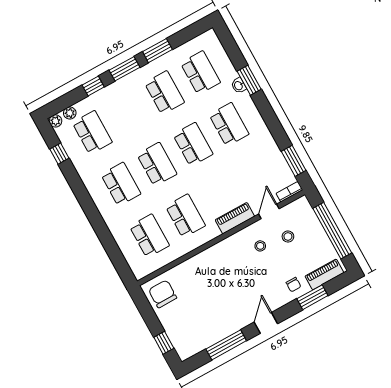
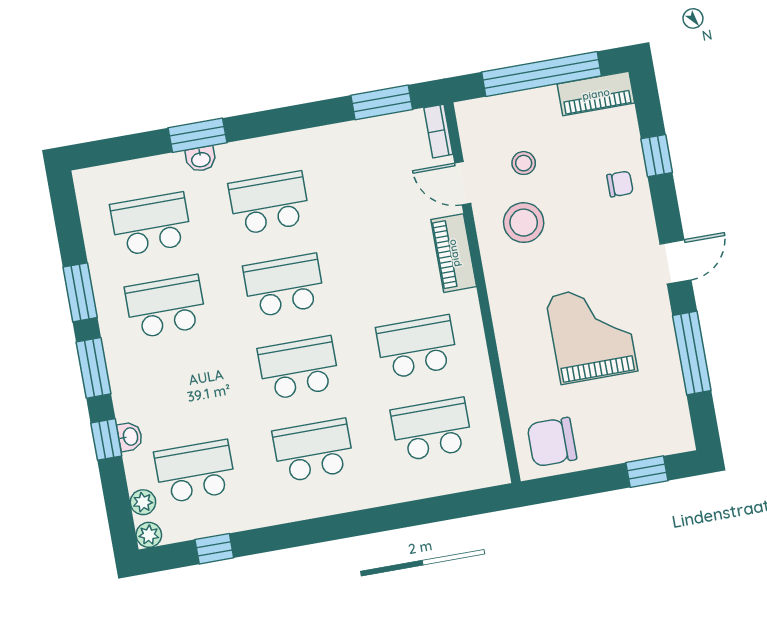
washbasin: (98, 97) -> (130, 437), added
stool: (260, 246) -> (524, 223), width x1.89, depth x1.89
piano: (324, 274) -> (596, 94), moved, turned -90
grand piano: (219, 295) -> (592, 334), added
window: (312, 297) -> (657, 156), width x0.67
door: (266, 323) -> (676, 262), swing flipped

